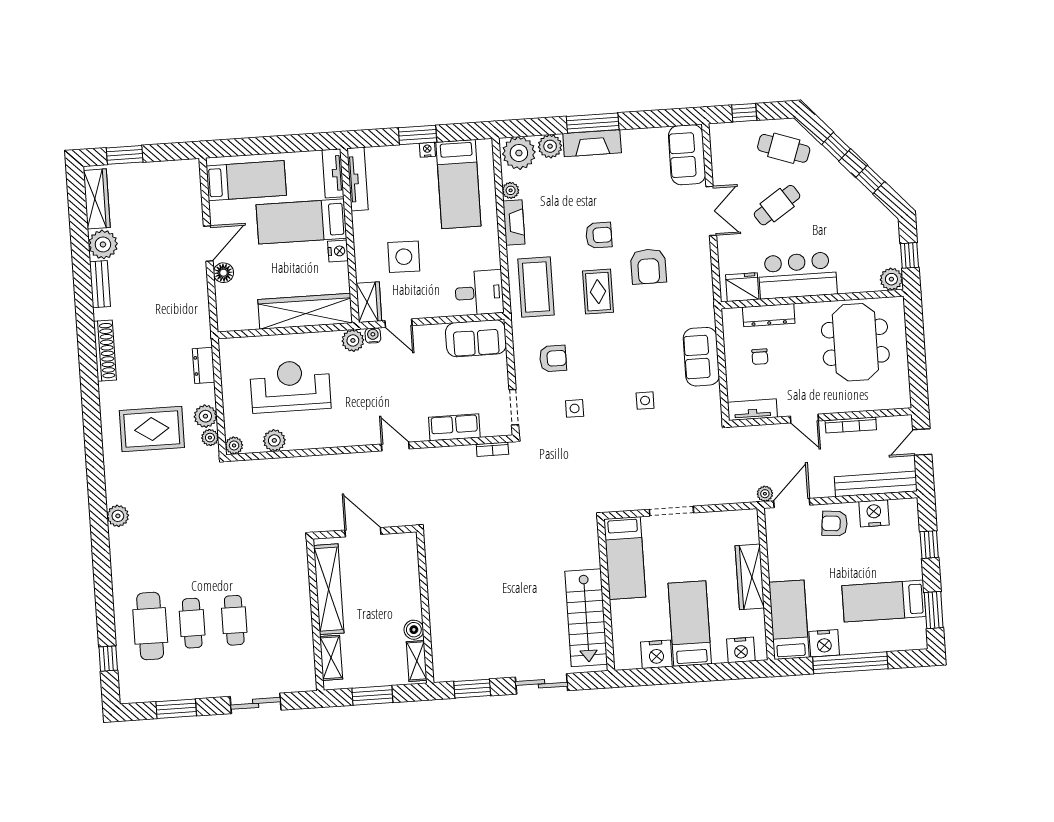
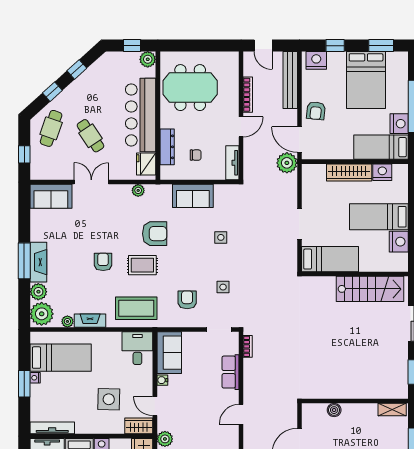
armchair: (648, 266) -> (155, 234), moved
bar counter: (798, 275) -> (141, 115), width x1.36
plant: (704, 278) -> (138, 190), added
door: (399, 323) -> (155, 406), swing flipped
water cooler: (373, 336) -> (162, 380), moved
plant: (765, 494) -> (287, 163), width x1.87, depth x1.87
nightstand: (874, 513) -> (316, 60), moved, turned 90
bed: (884, 601) -> (366, 80), width x1.50
boiler: (414, 630) -> (334, 410), moved
nightstand: (741, 650) -> (382, 172), moved, turned -90

